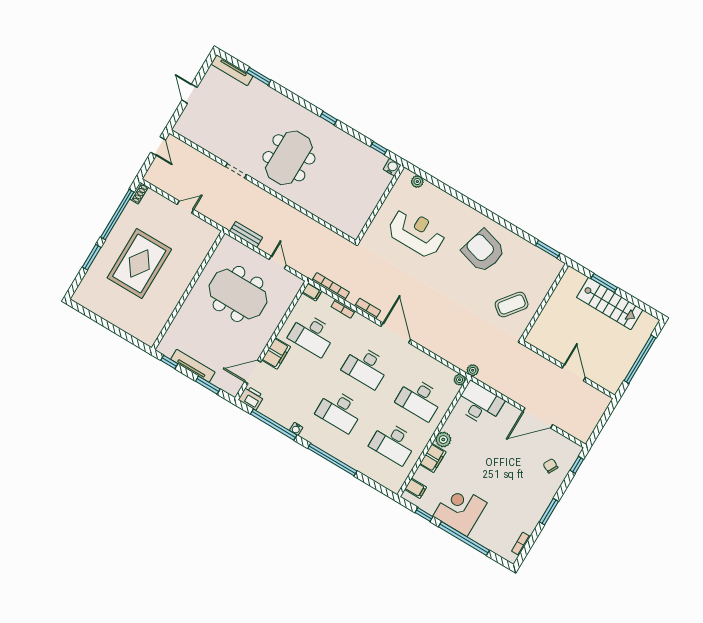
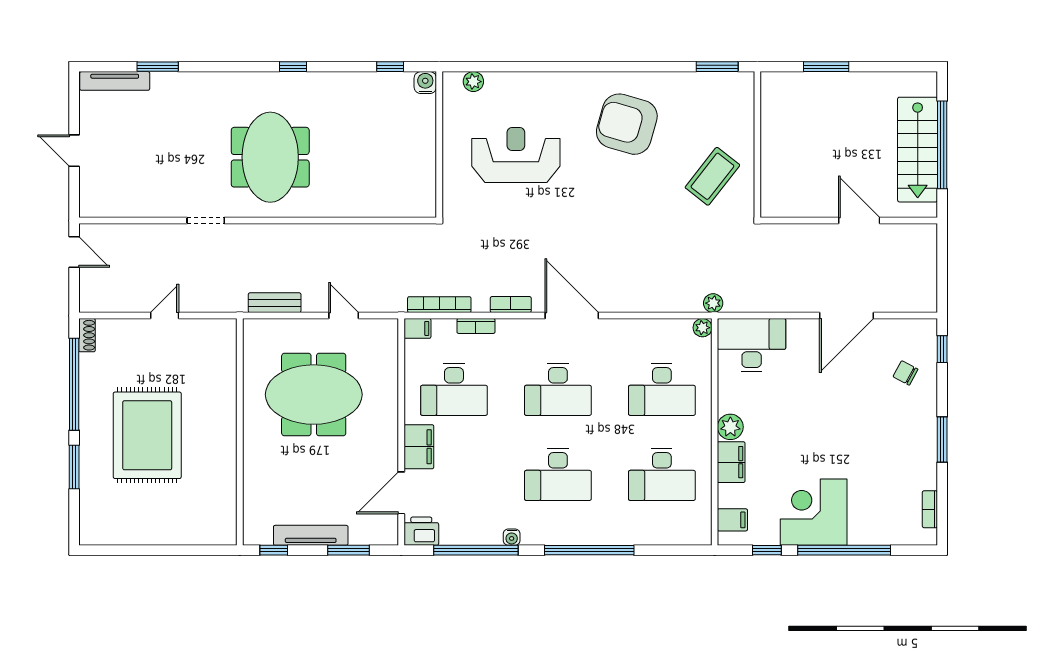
stairs: (610, 304) -> (918, 150), moved, turned 90

